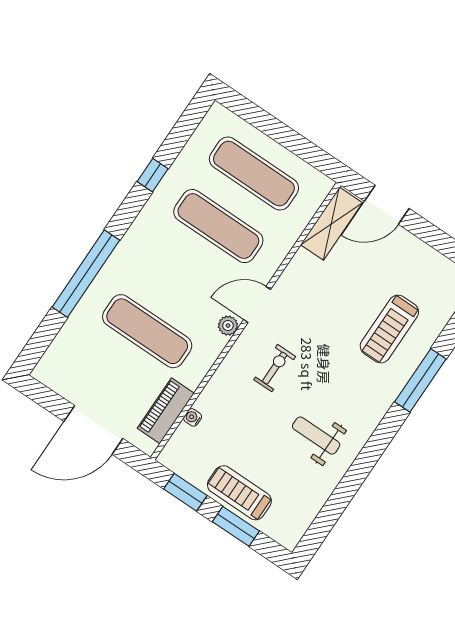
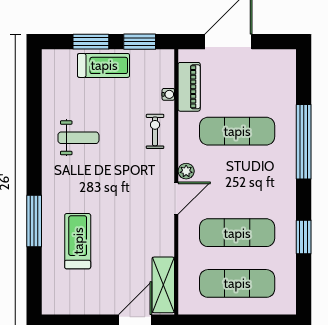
window: (153, 175) -> (304, 237), width x1.50
exercise bike: (275, 368) -> (155, 131), moved, turned 180

